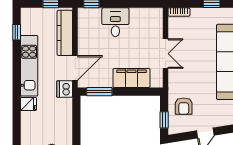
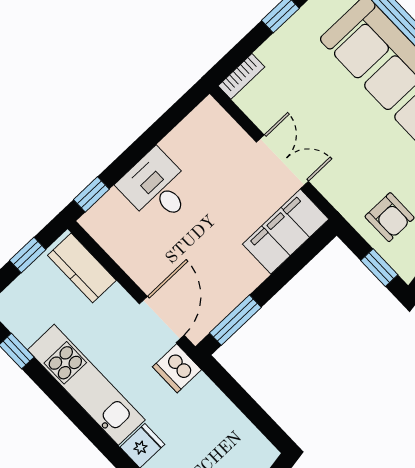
kitchen counter: (65, 33) -> (82, 268), width x0.67
filing cabinet: (132, 78) -> (286, 232), moved

